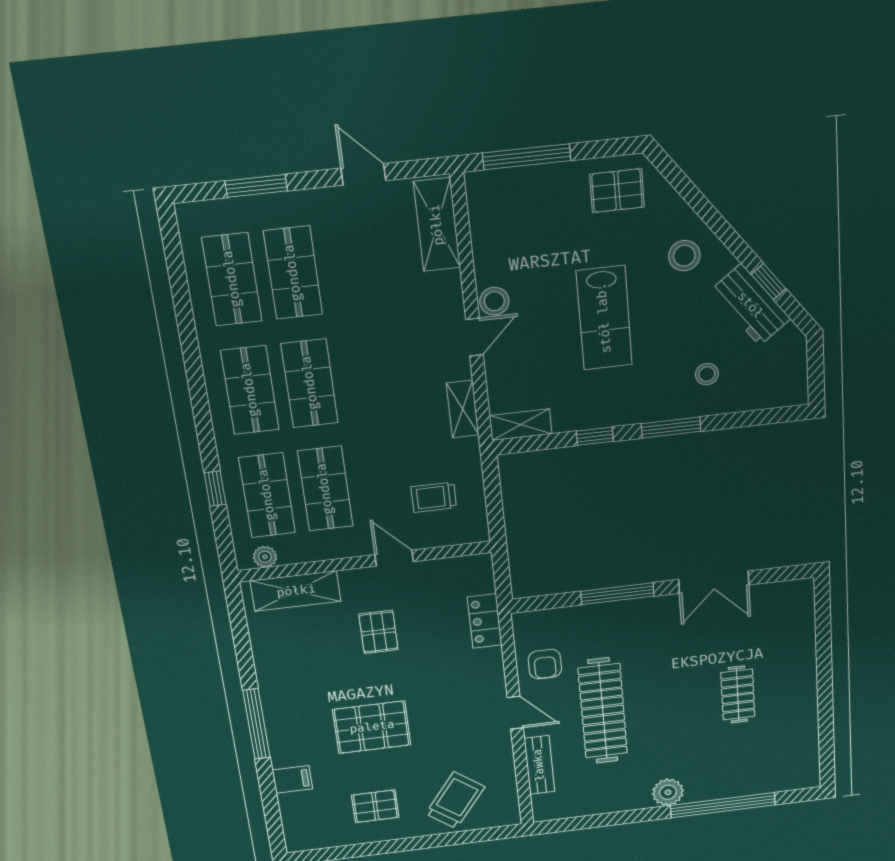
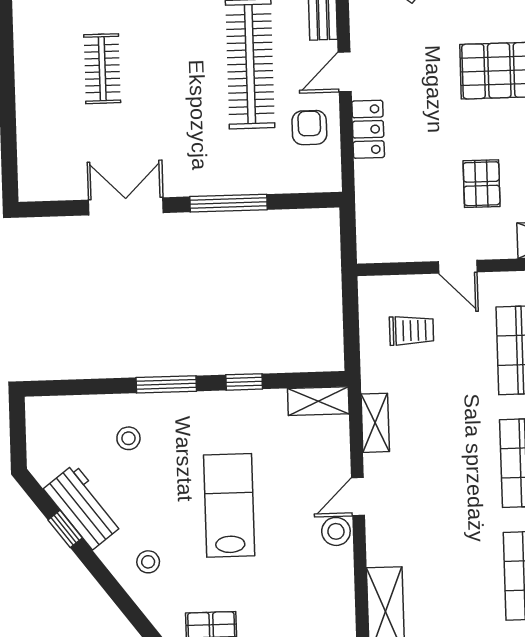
stool: (684, 256) -> (148, 562), width x0.73, depth x0.73
locker: (485, 621) -> (368, 129), moved
door: (515, 713) -> (345, 72), hinge flipped

